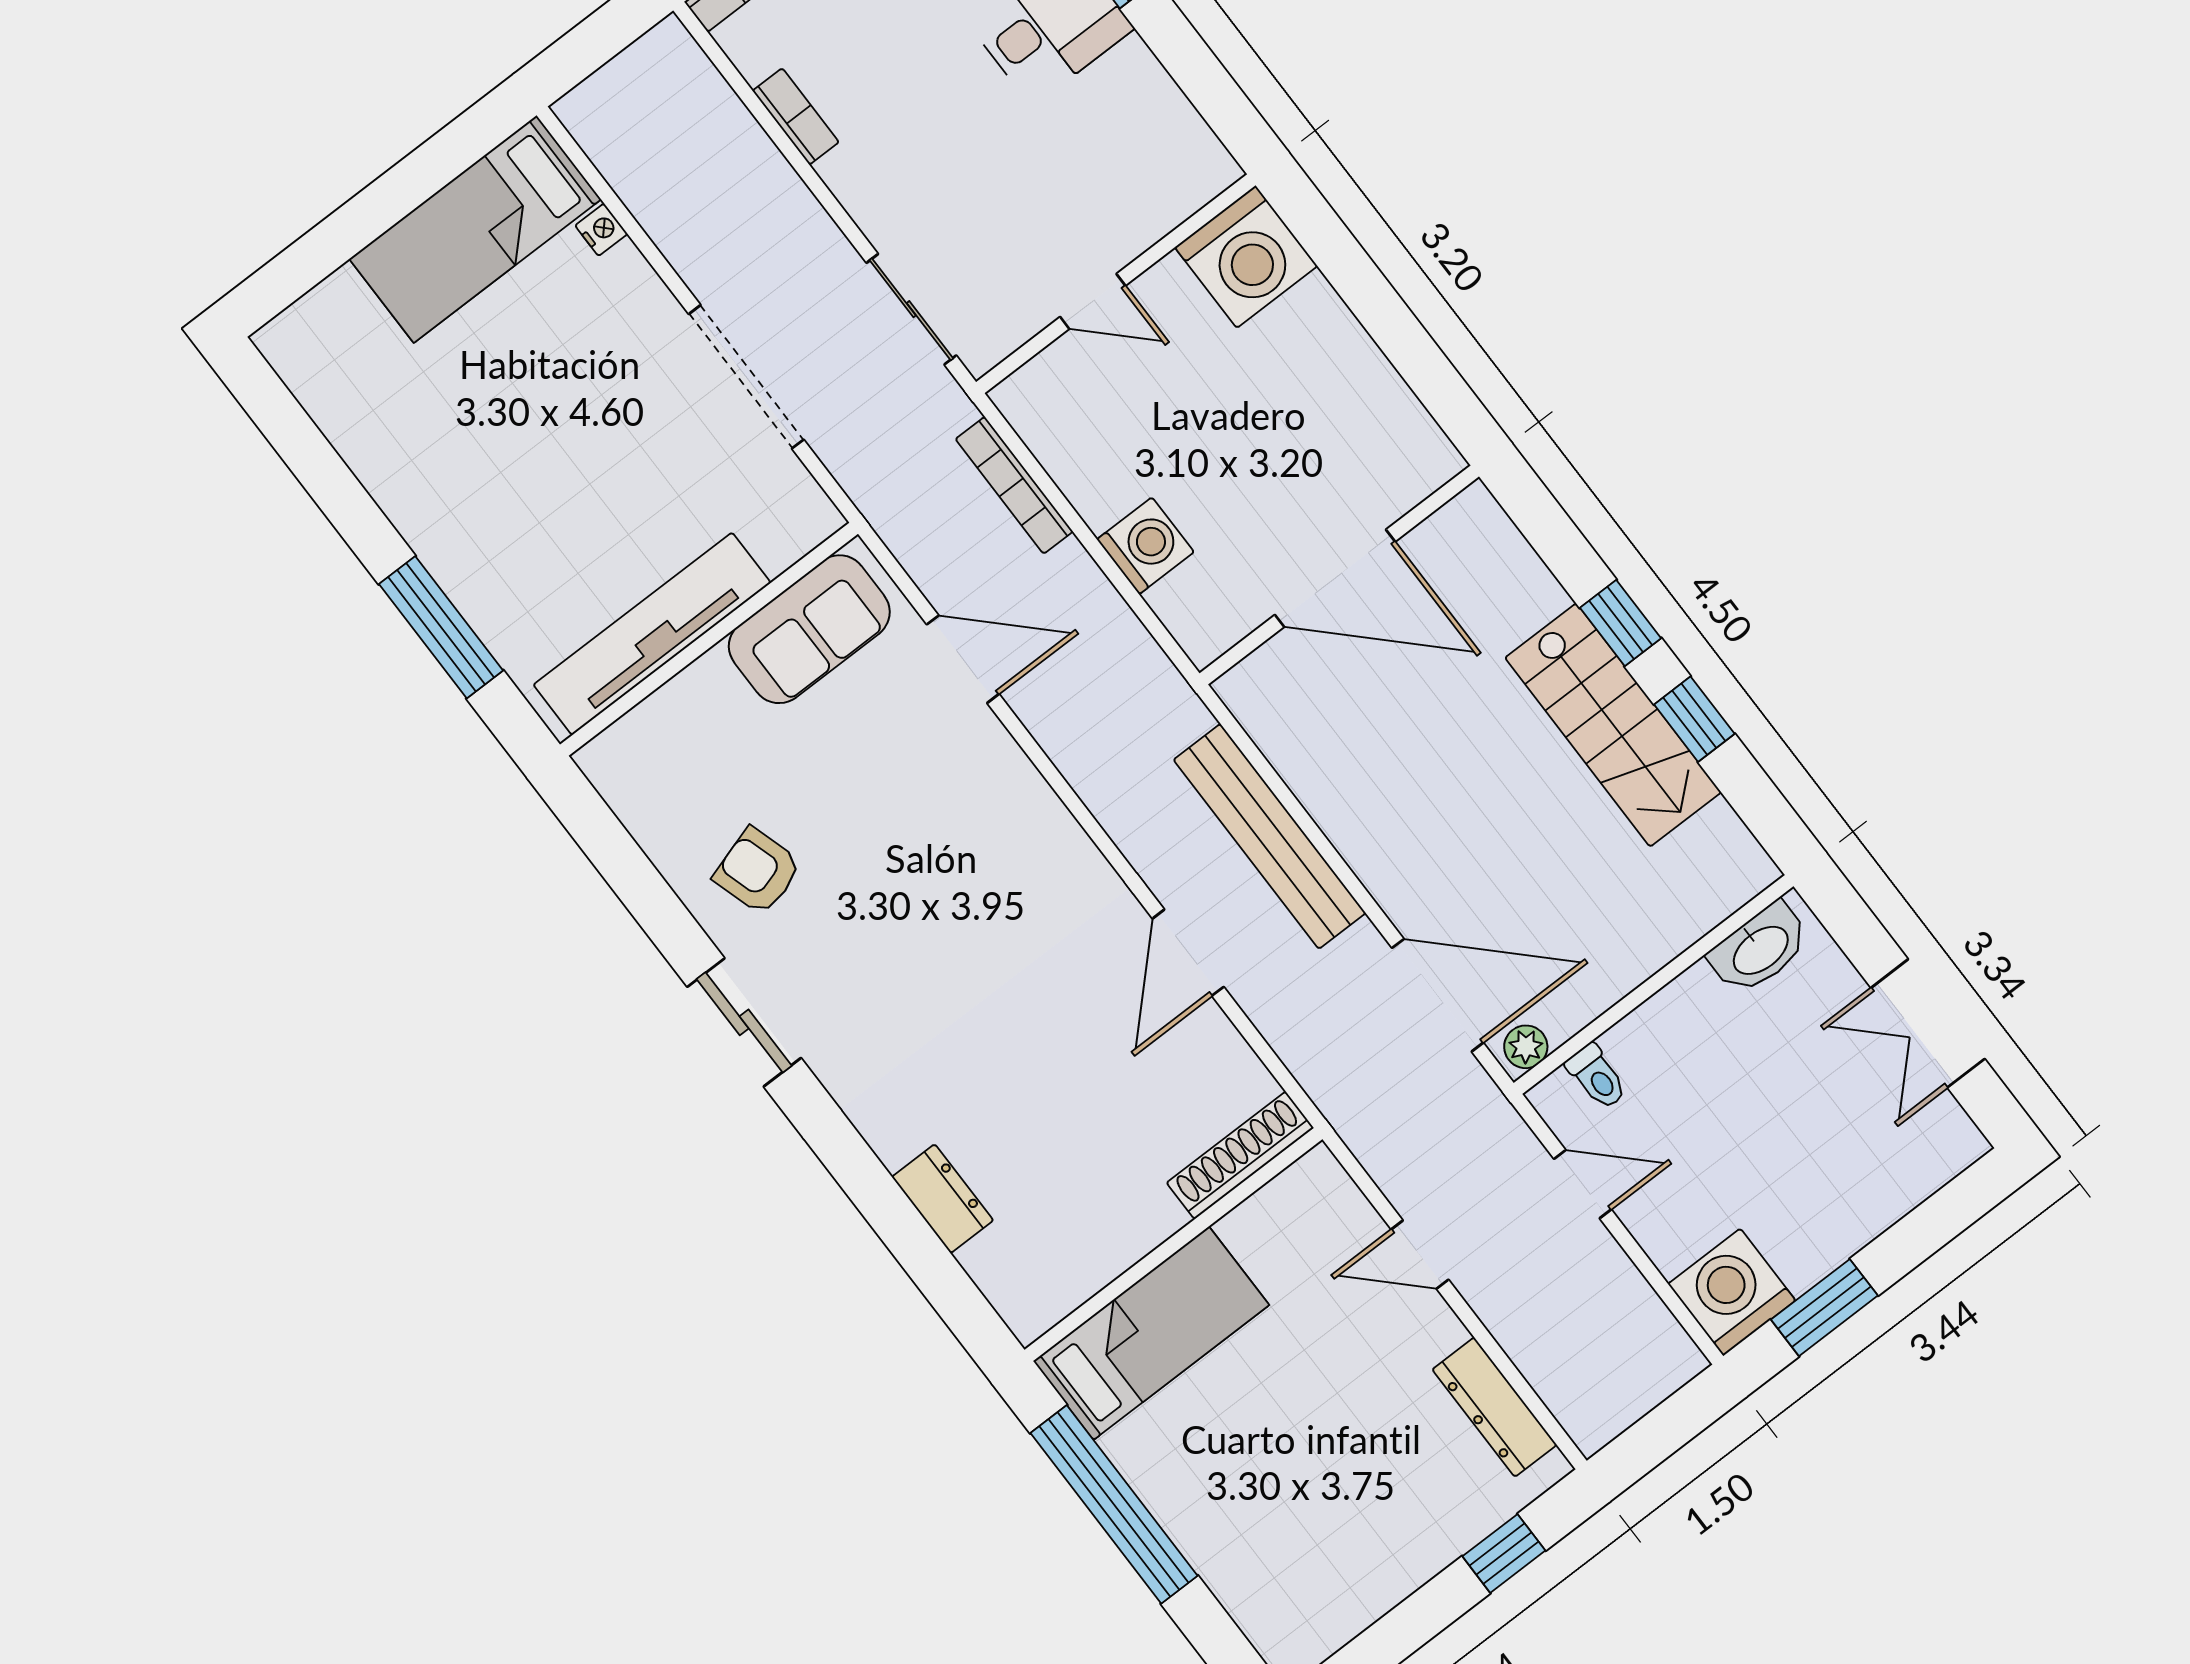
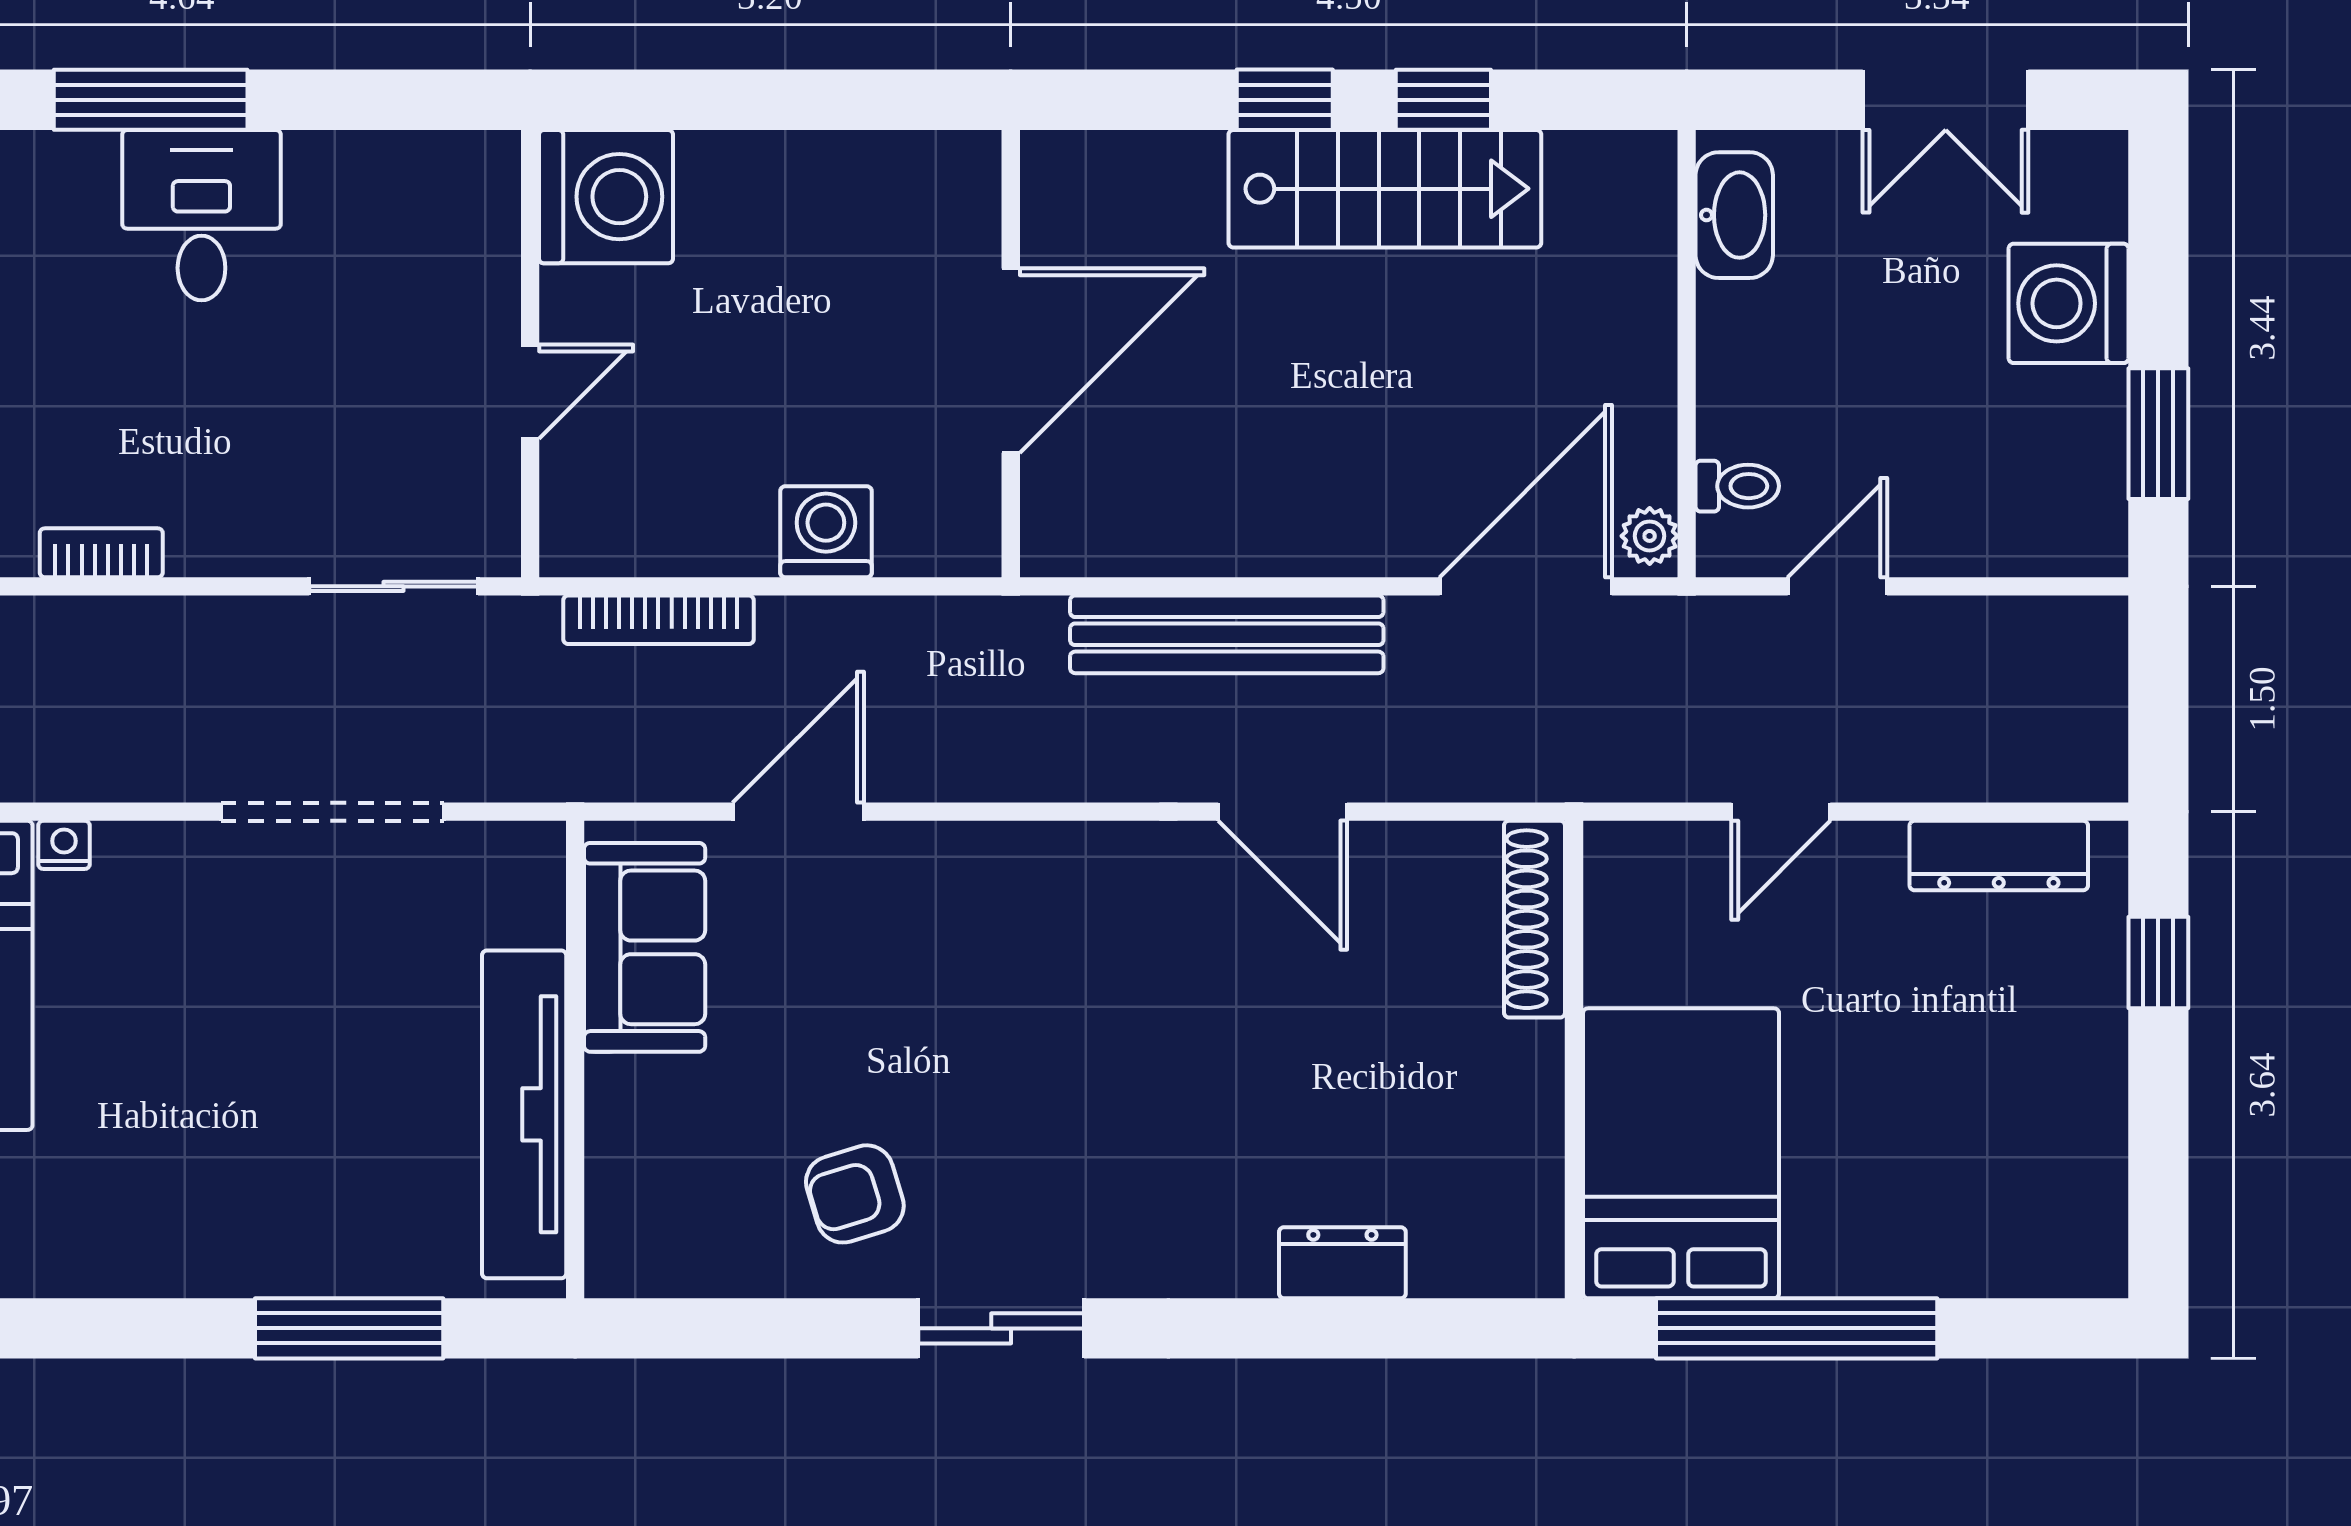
washing machine: (1732, 1292) -> (2068, 303), moved
bed: (1151, 1333) -> (1681, 1153), width x1.50

